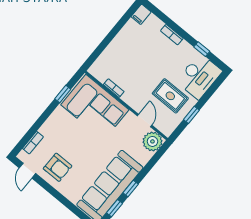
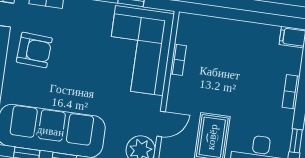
armchair: (58, 167) -> (34, 50), turned -87

